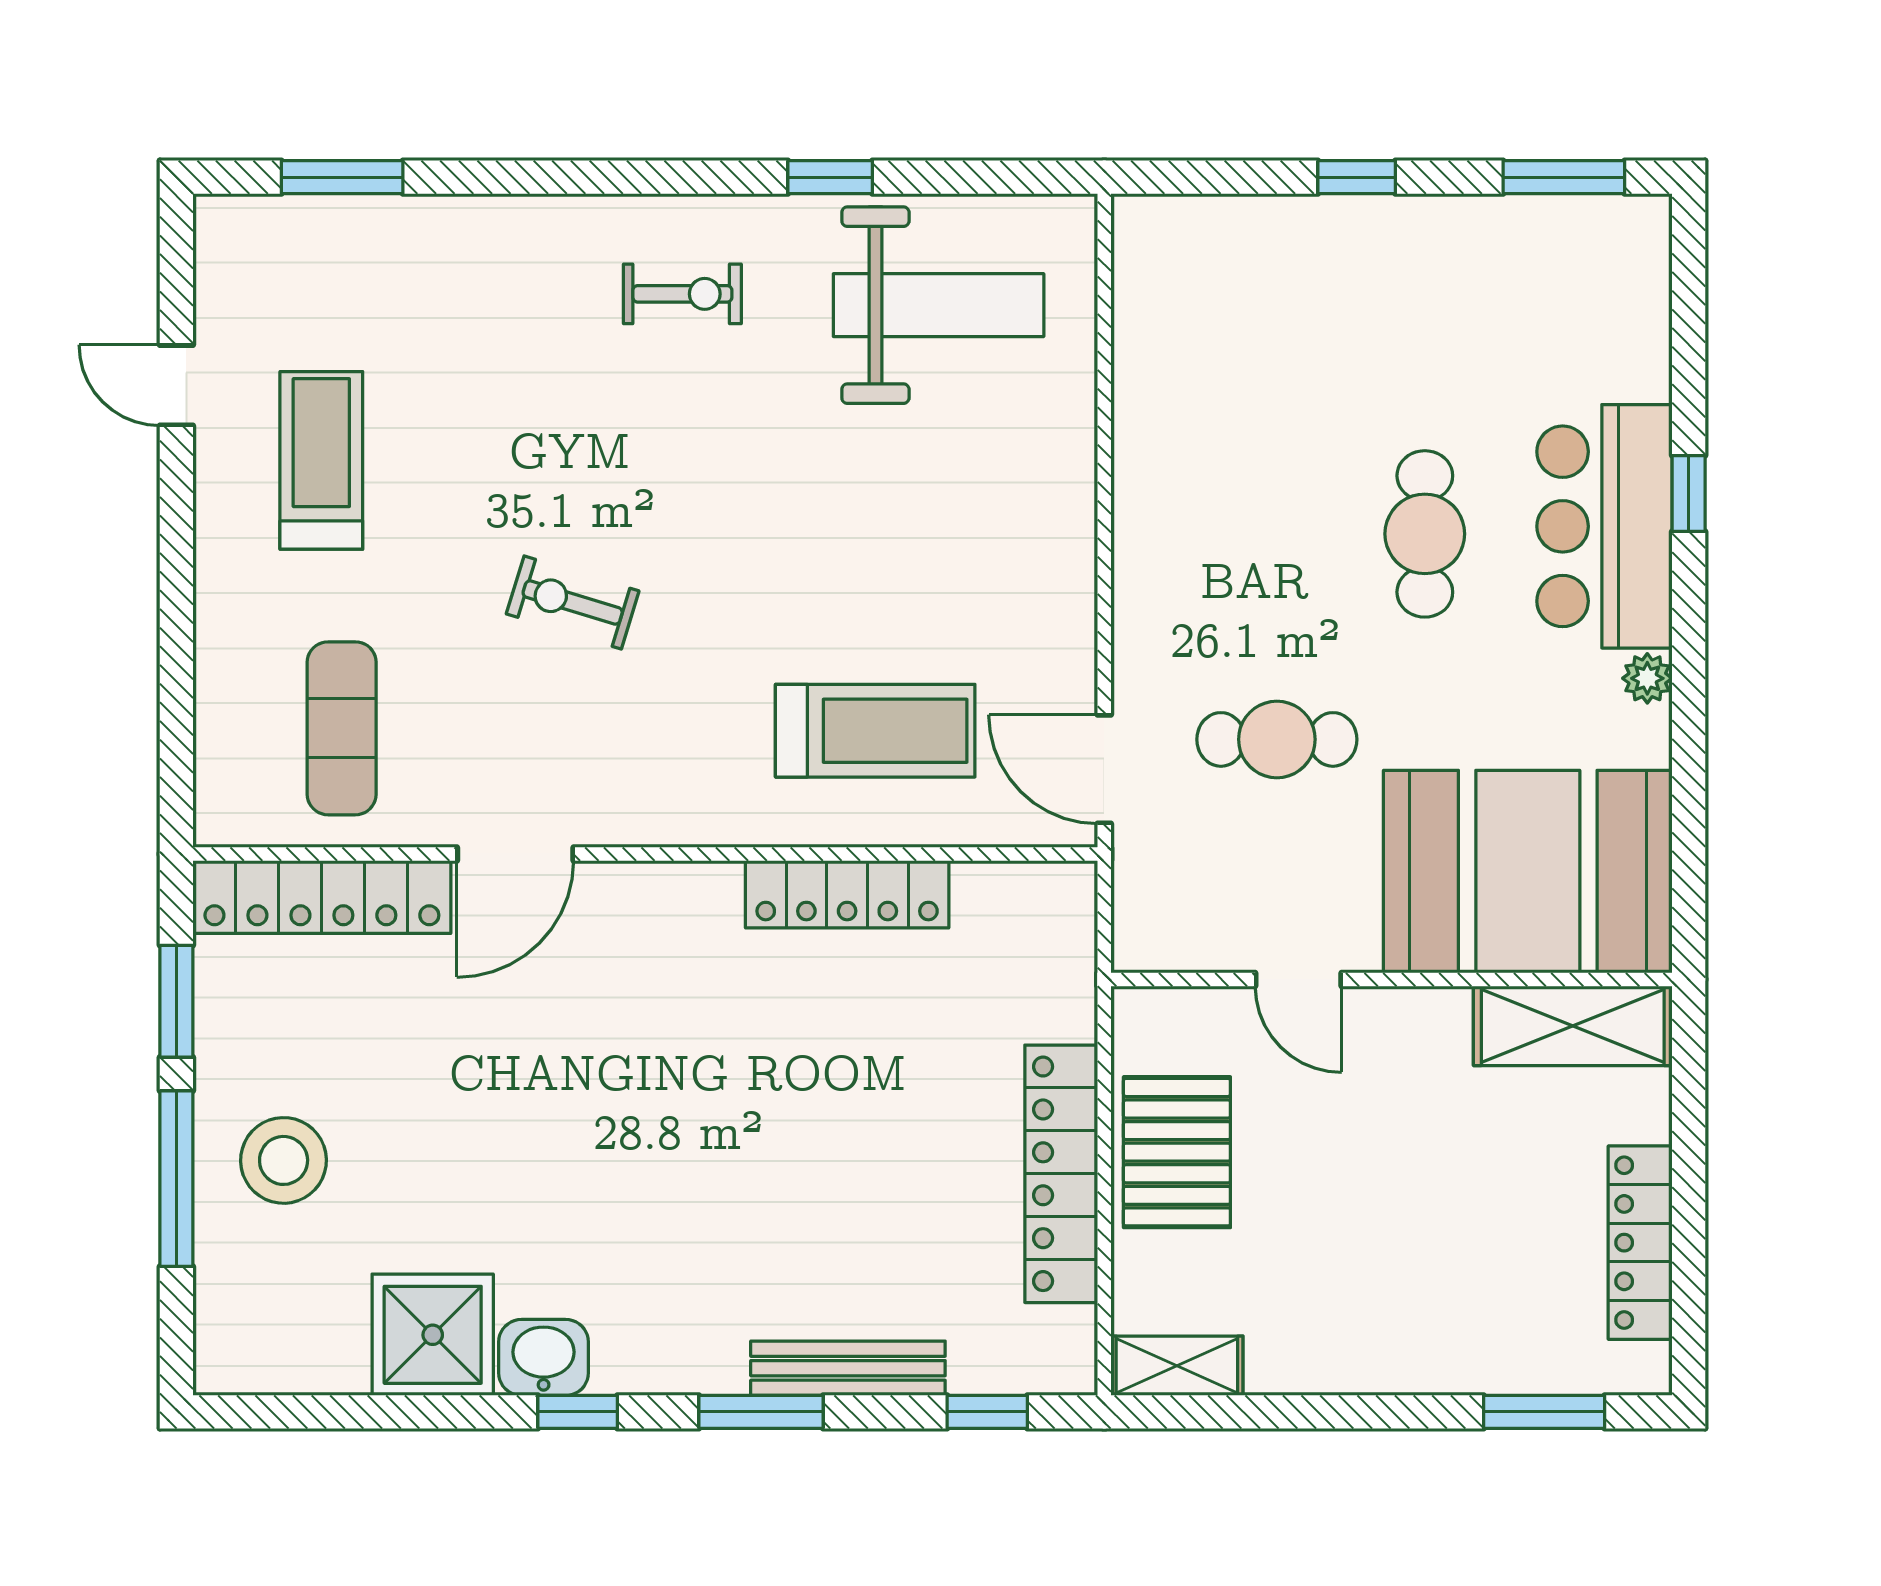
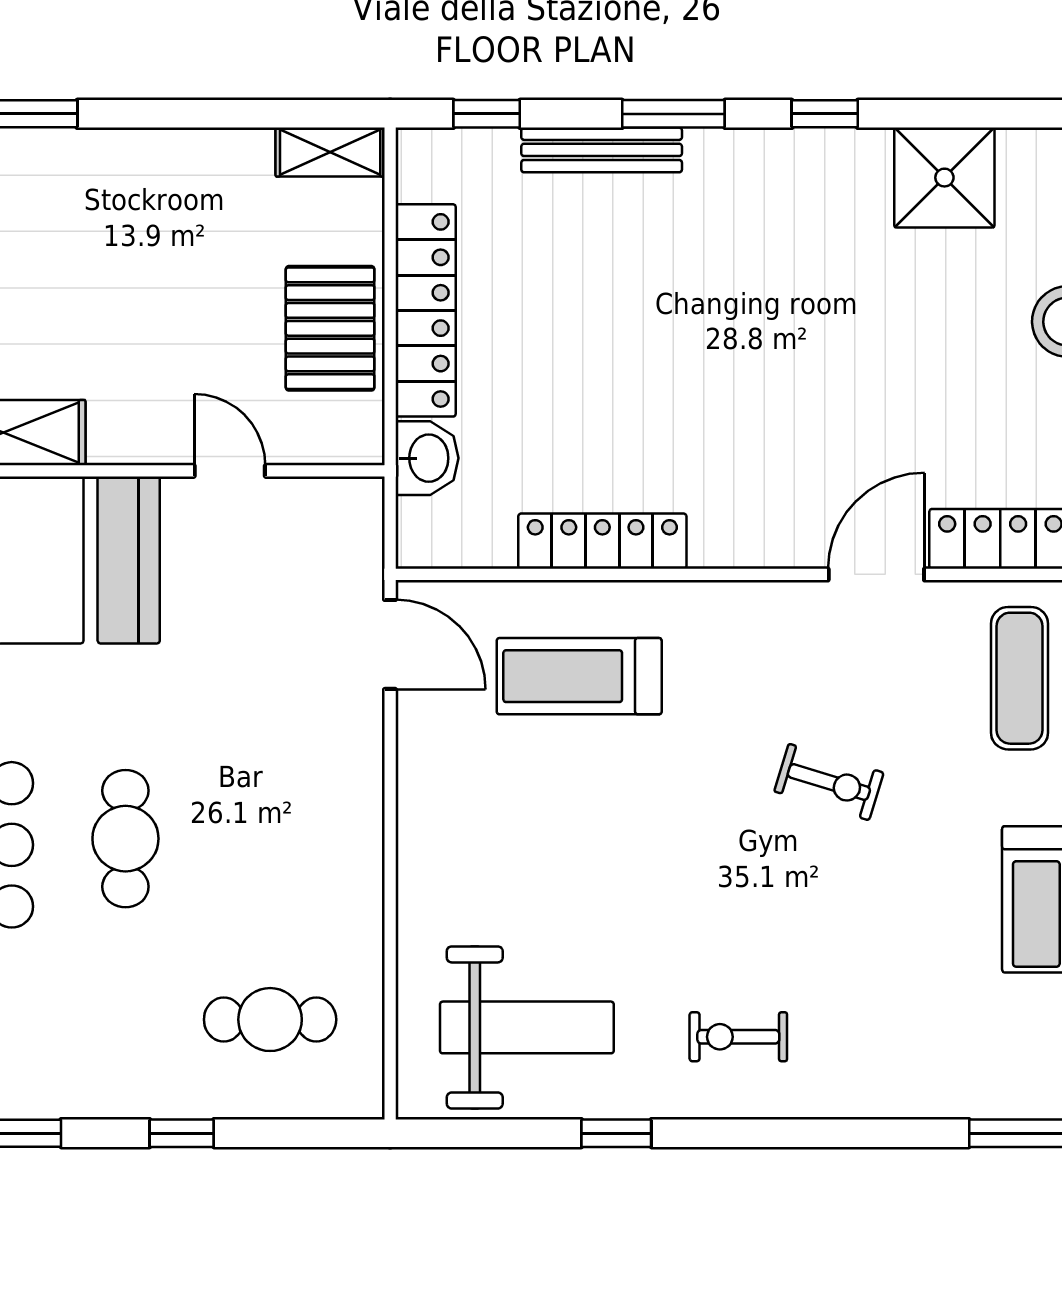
weight bench: (939, 305) -> (527, 1027), turned 180
cafe table: (1277, 739) -> (270, 1020), moved
washbasin: (544, 1357) -> (427, 458), moved, turned -90

